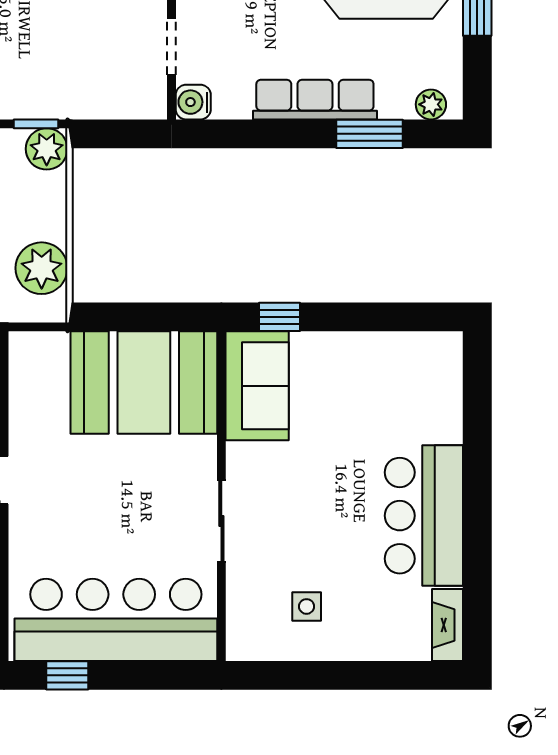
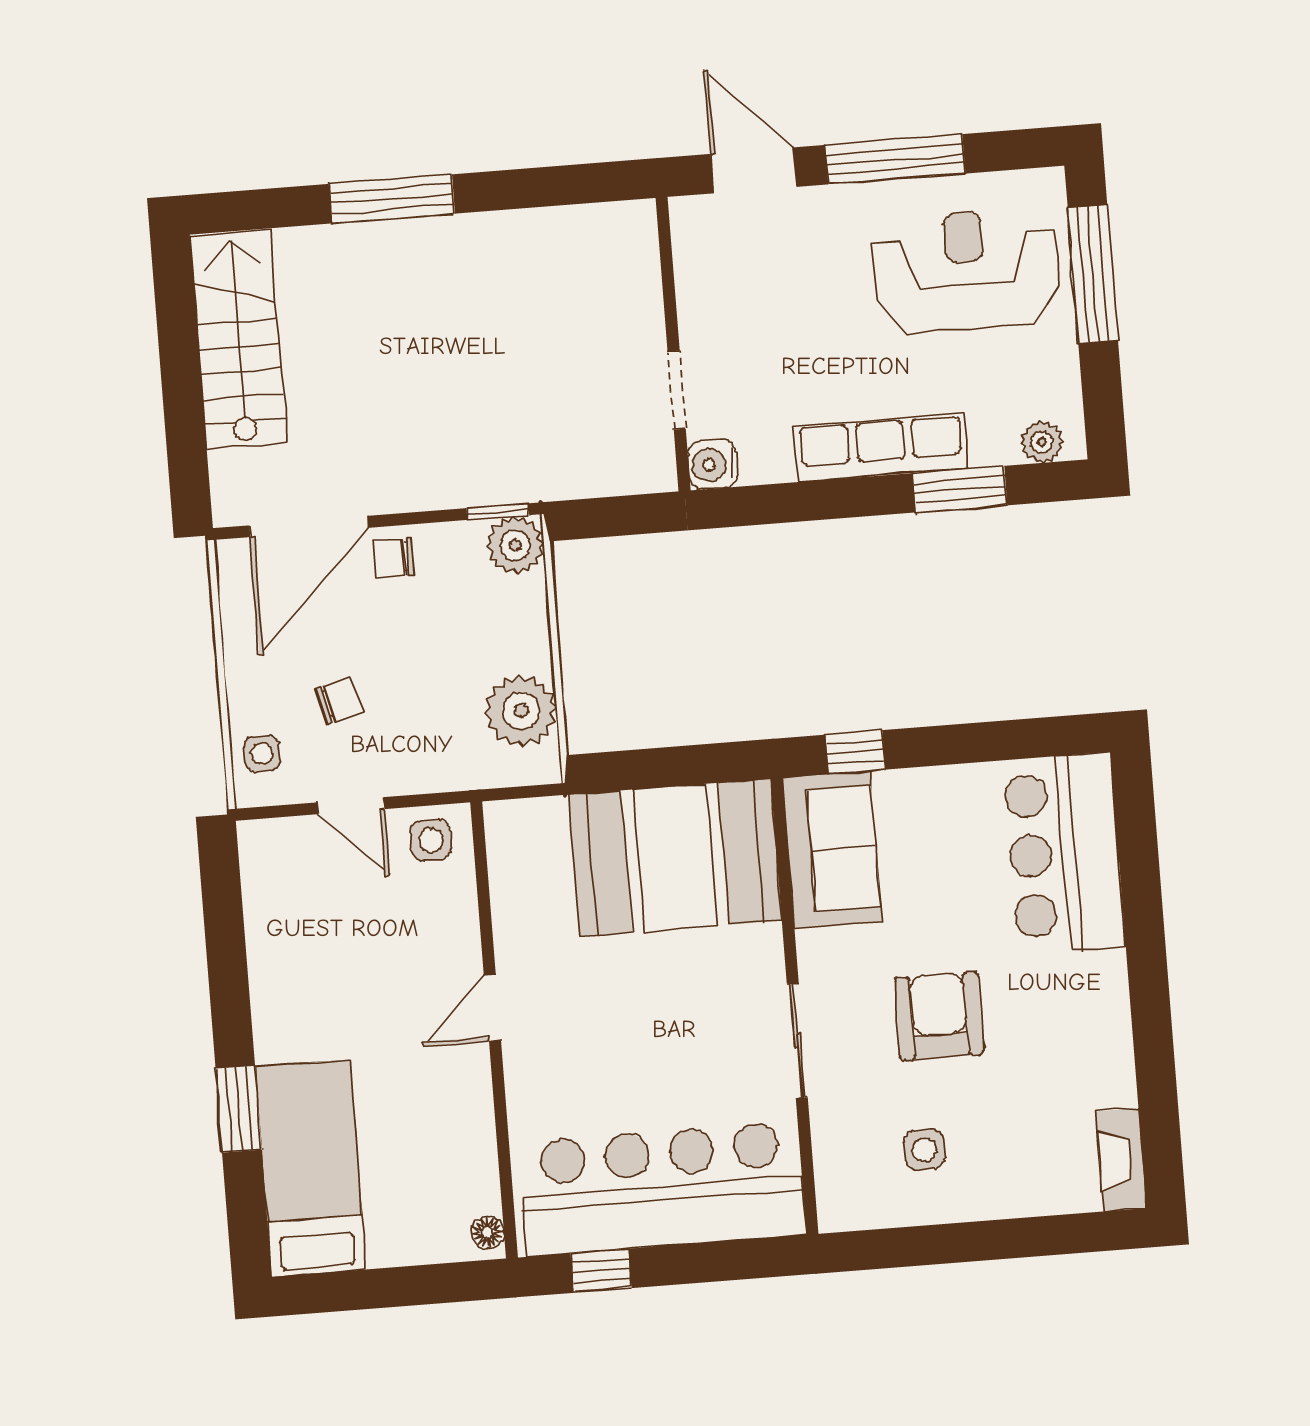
armchair: (325, 511) -> (939, 1016), added
bar counter: (424, 516) -> (1064, 853), moved

